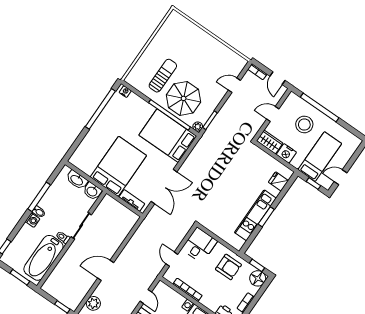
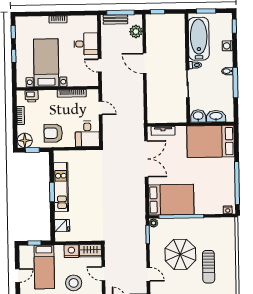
sun lounger: (163, 76) -> (209, 267), moved
door: (234, 85) -> (148, 274), hinge flipped
parasol: (184, 98) -> (180, 254), moved
door: (273, 114) -> (103, 274), swing flipped
bed: (118, 166) -> (211, 141), moved, turned 90
door: (341, 177) -> (18, 275), moved
double door: (164, 187) -> (146, 159), swing flipped
washing machine: (32, 220) -> (227, 46), moved
door: (106, 270) -> (145, 63), swing flipped

